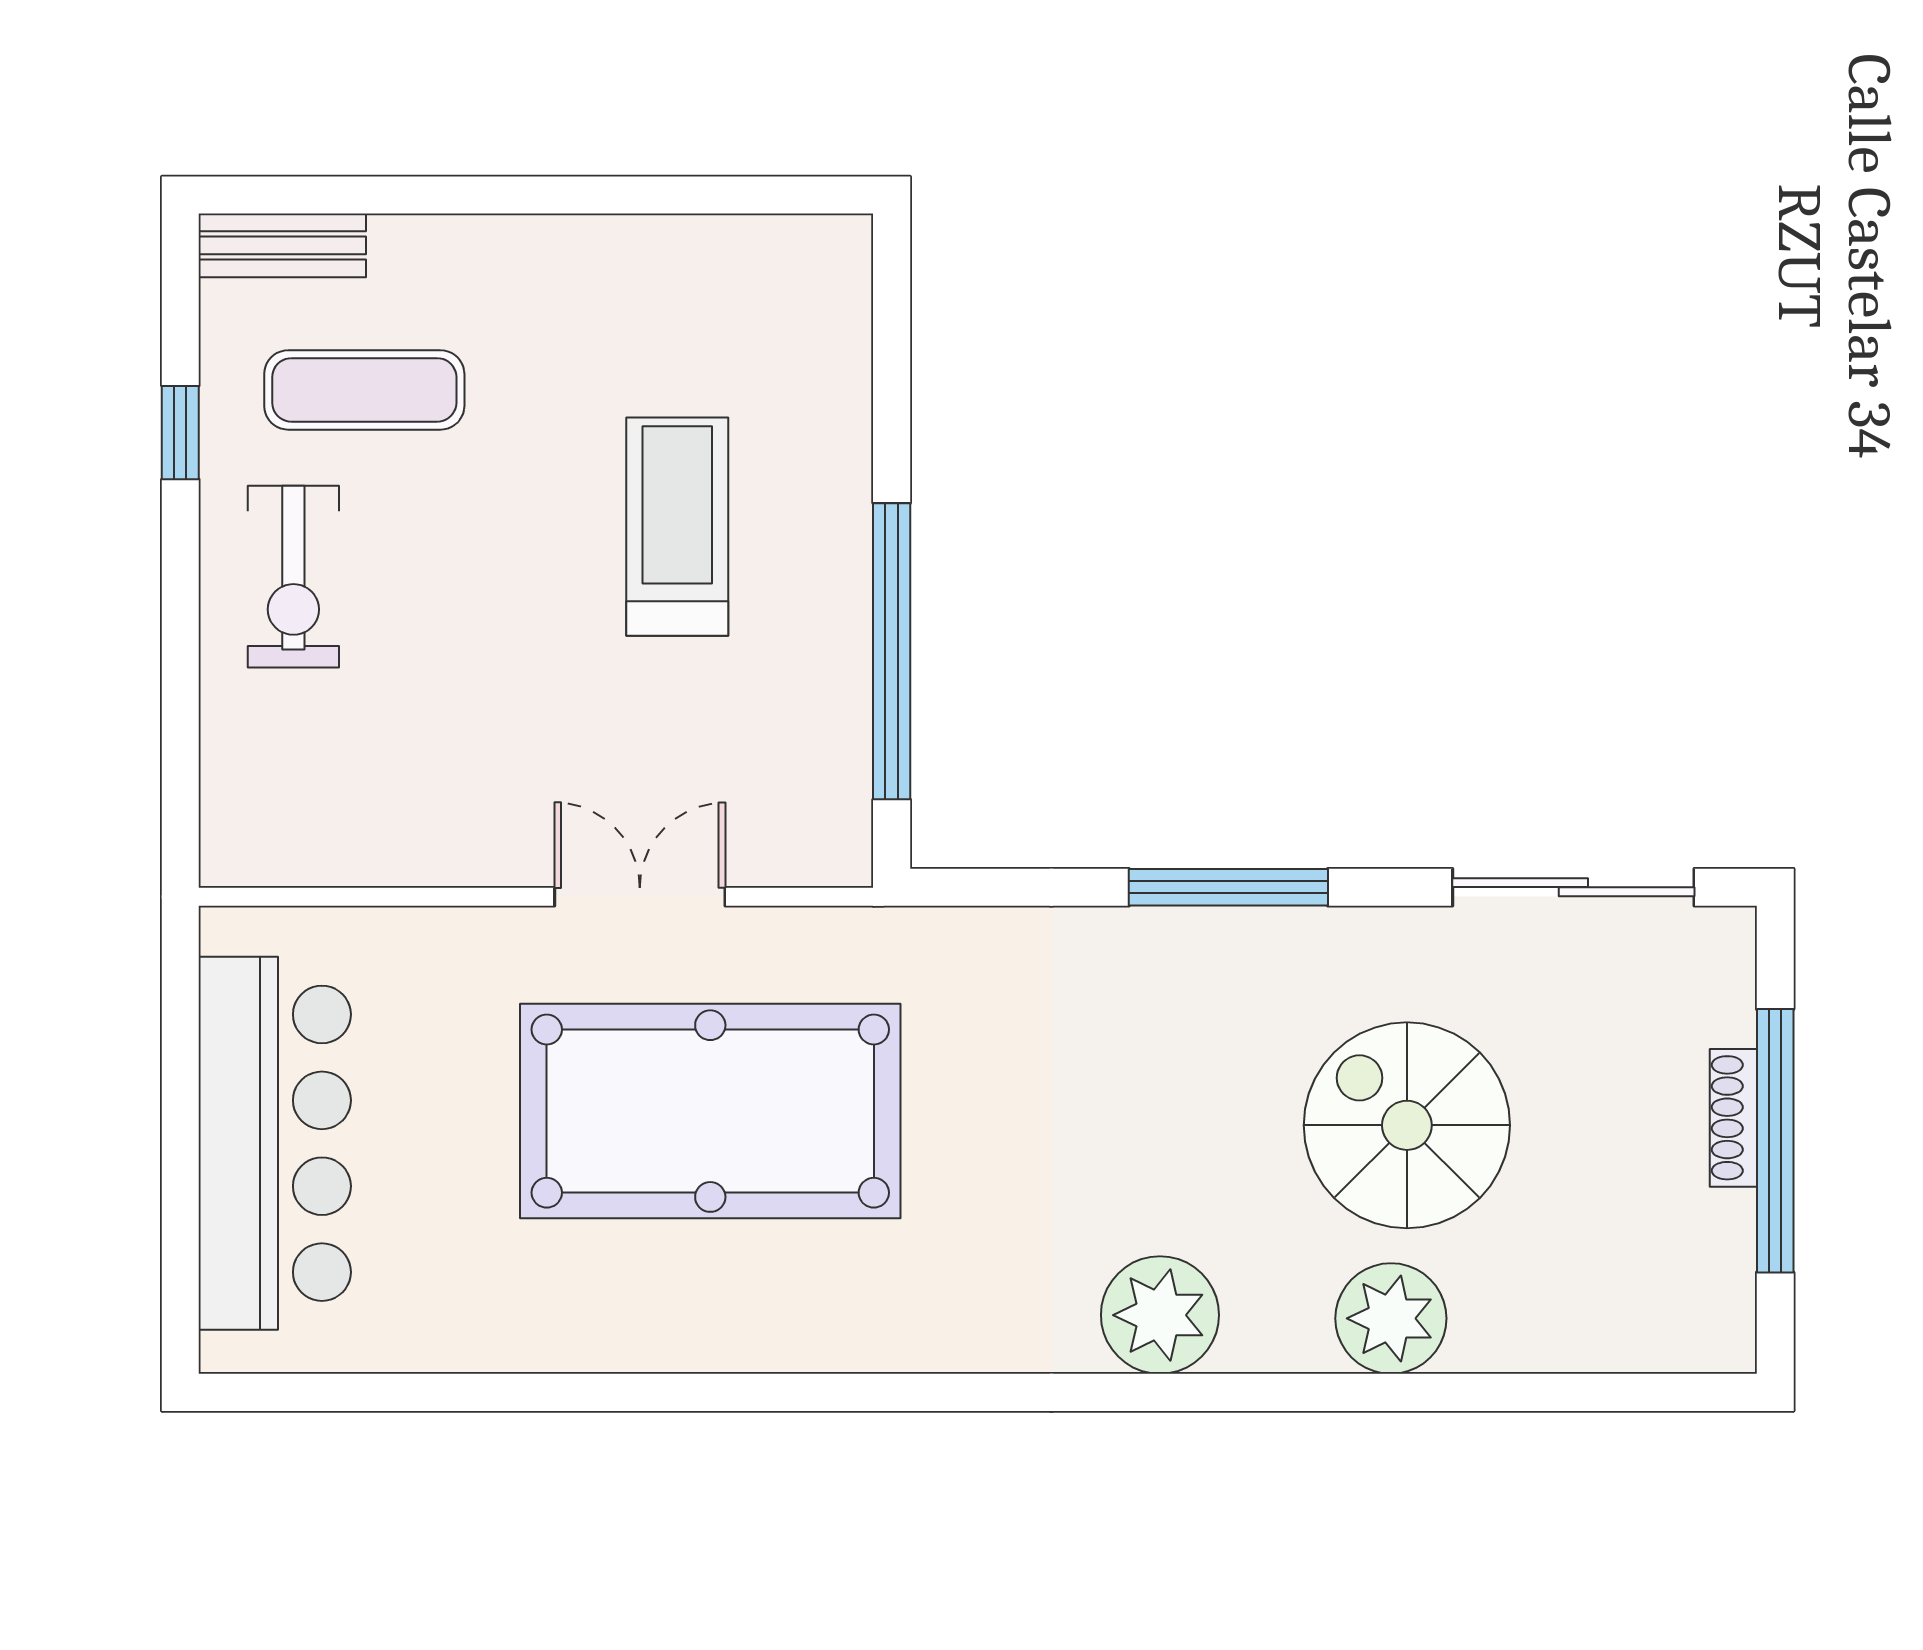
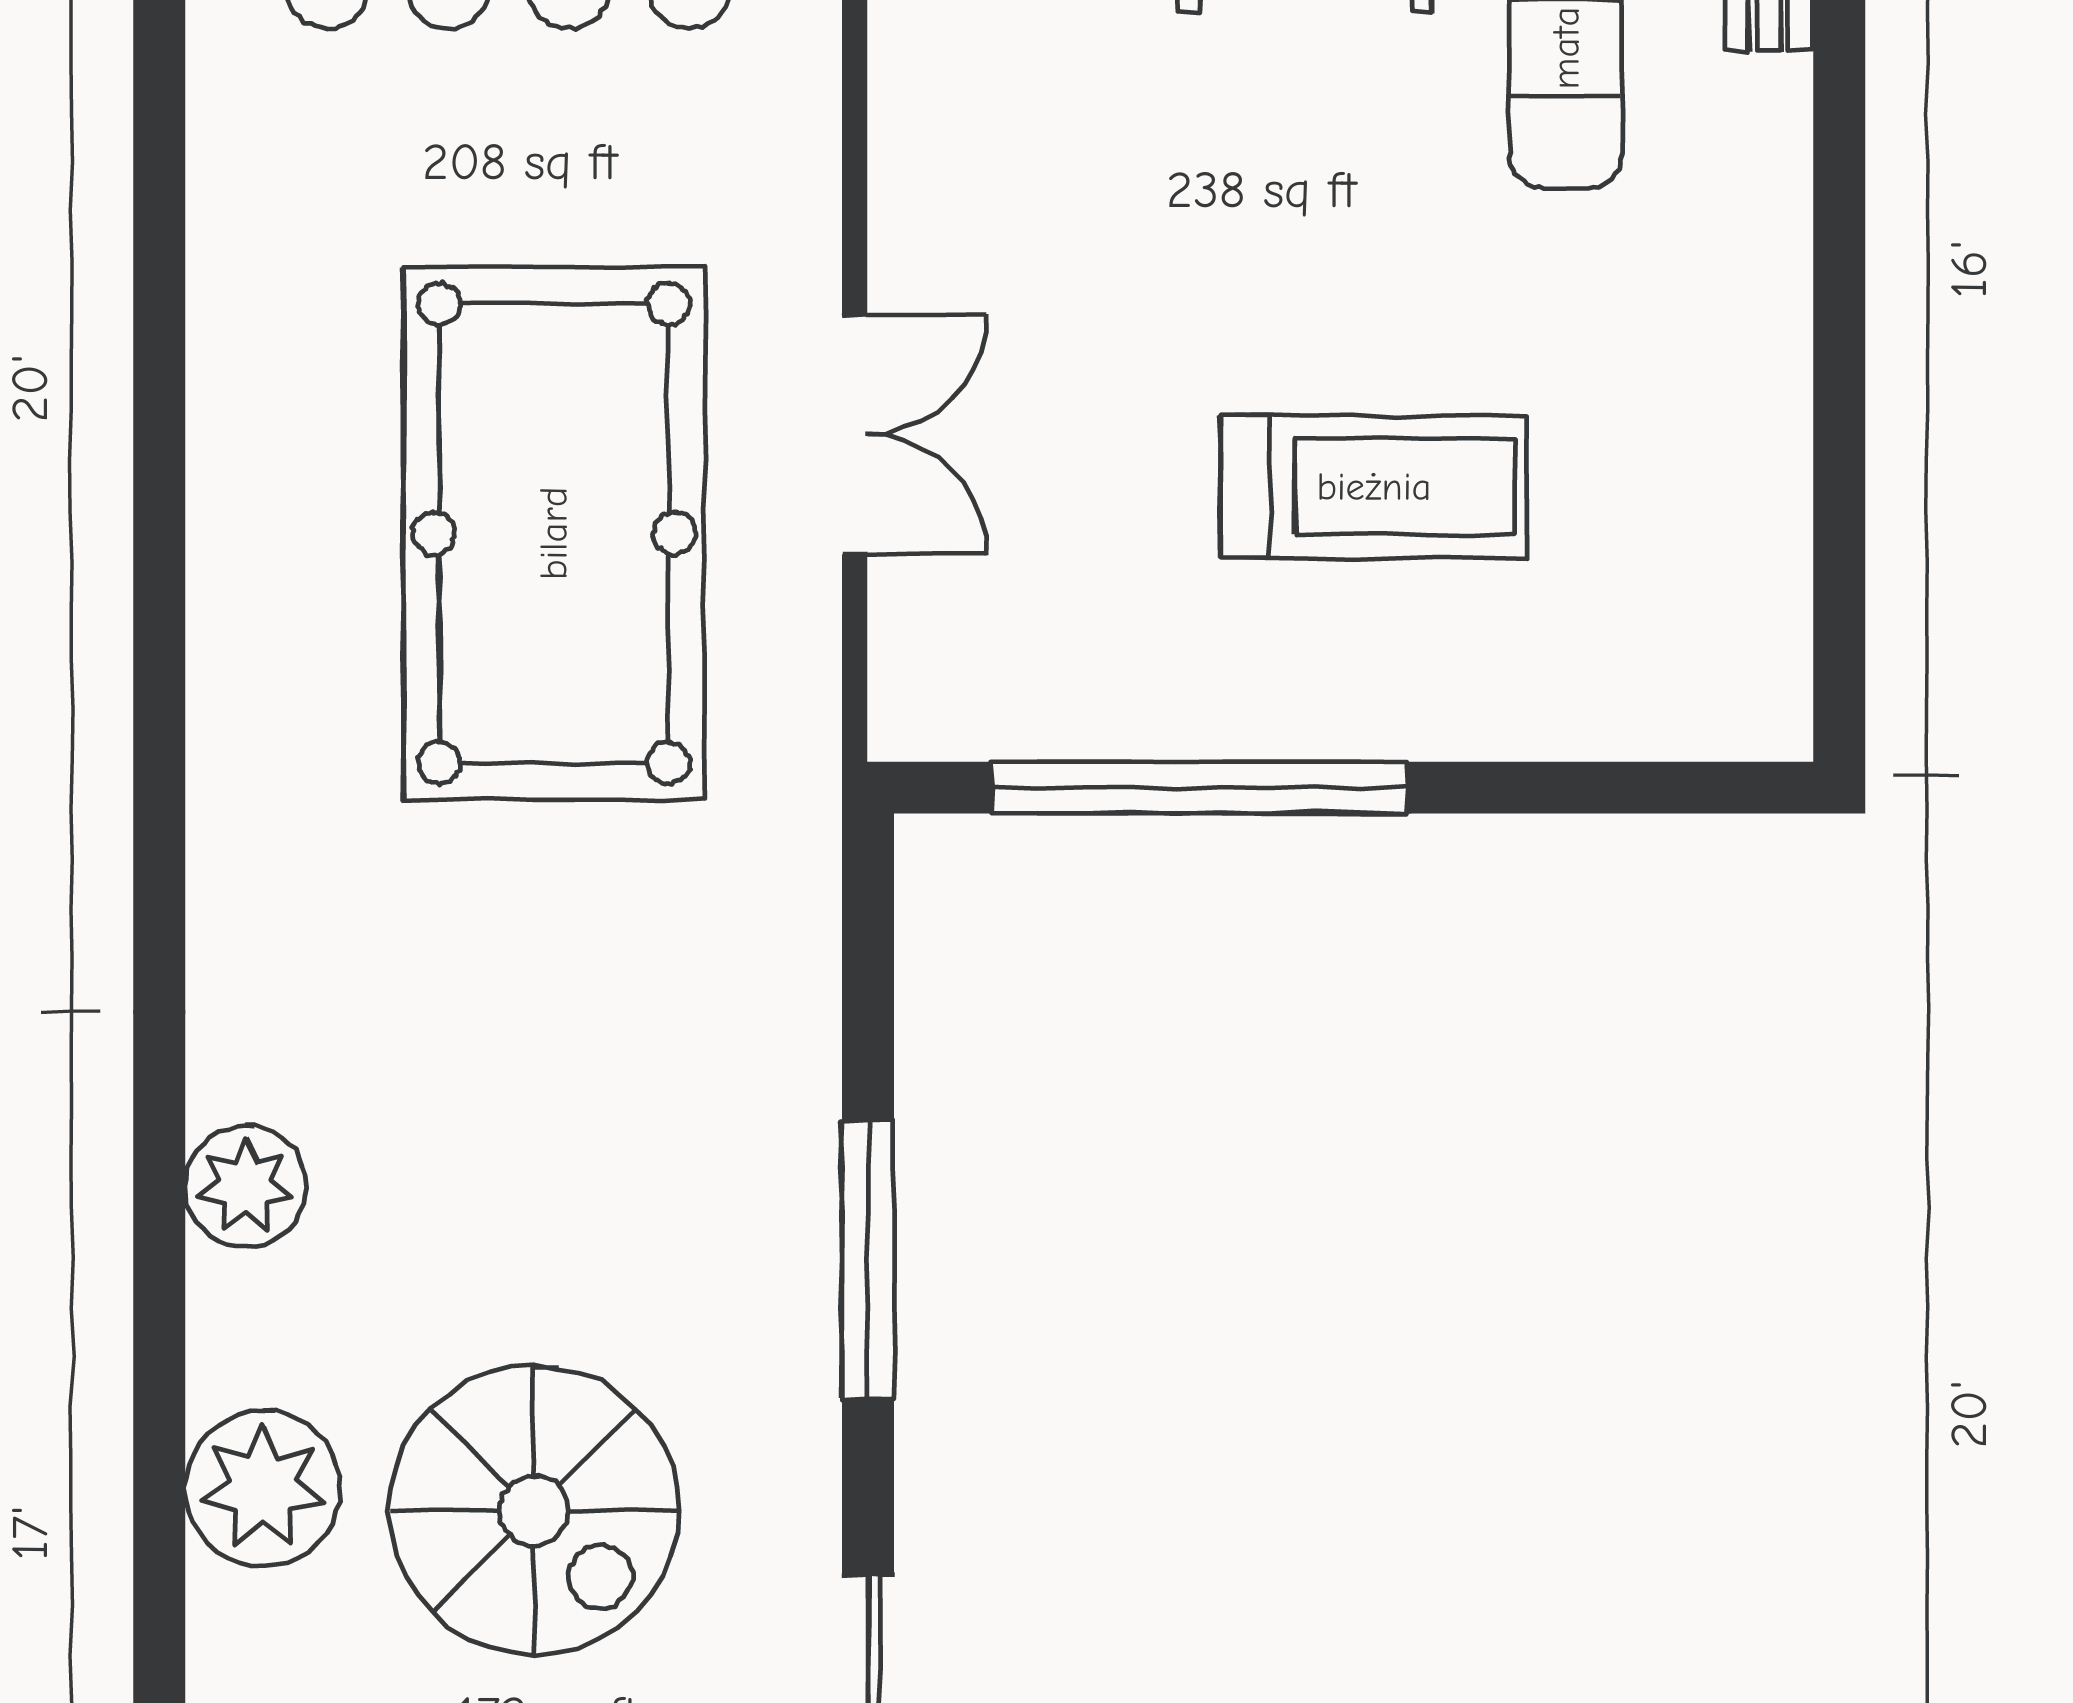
spiral stairs: (1407, 1125) -> (534, 1511), turned 90
plant: (1160, 1315) -> (246, 1186), width x0.73, depth x0.73

